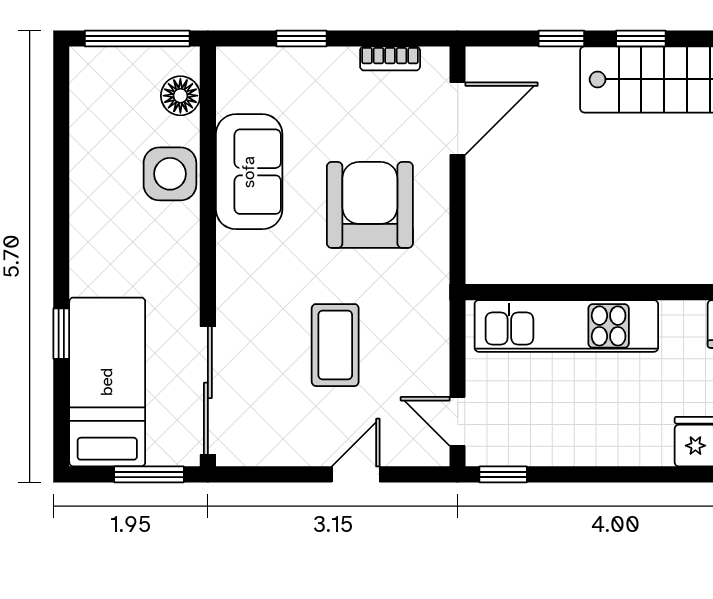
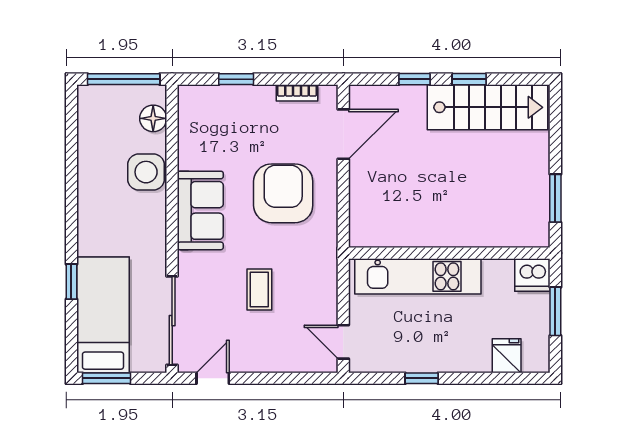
sofa: (249, 172) -> (200, 210), moved
coffee table: (335, 345) -> (259, 289), width x0.73, depth x0.77
window: (149, 474) -> (106, 378), moved
door: (356, 474) -> (213, 378), moved
window: (503, 474) -> (422, 378), moved

